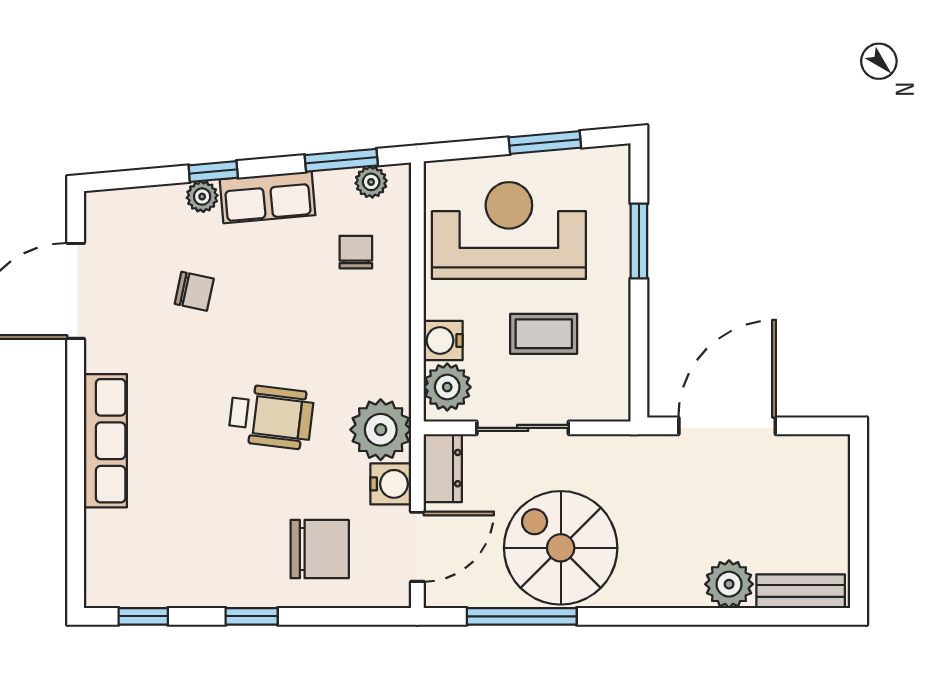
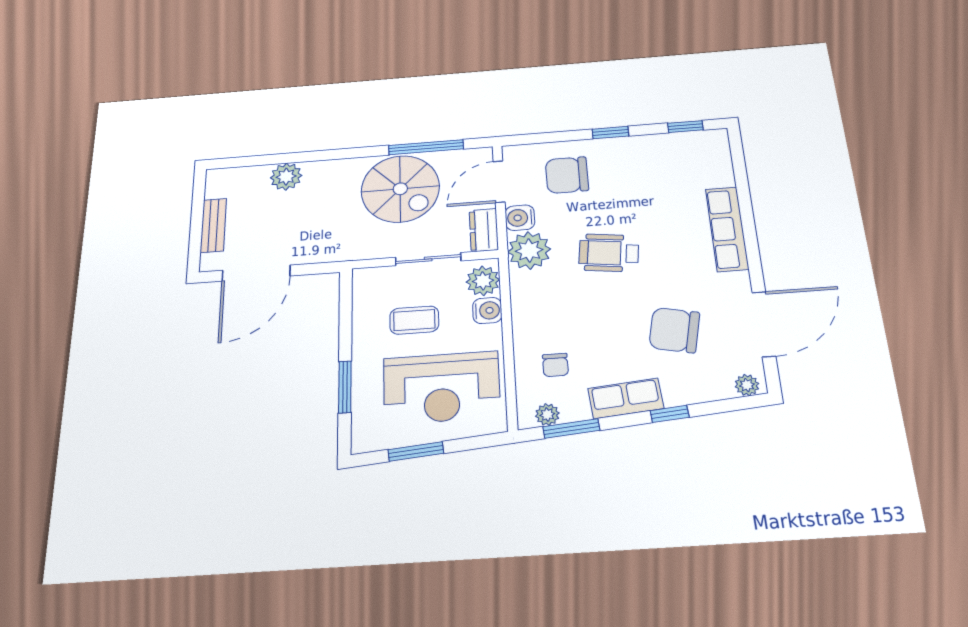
plant: (202, 197) -> (747, 385), moved
chair: (194, 291) -> (674, 330), width x1.87, depth x1.87
door: (727, 426) -> (256, 273), moved
bench: (801, 591) -> (213, 225), moved, turned 90

